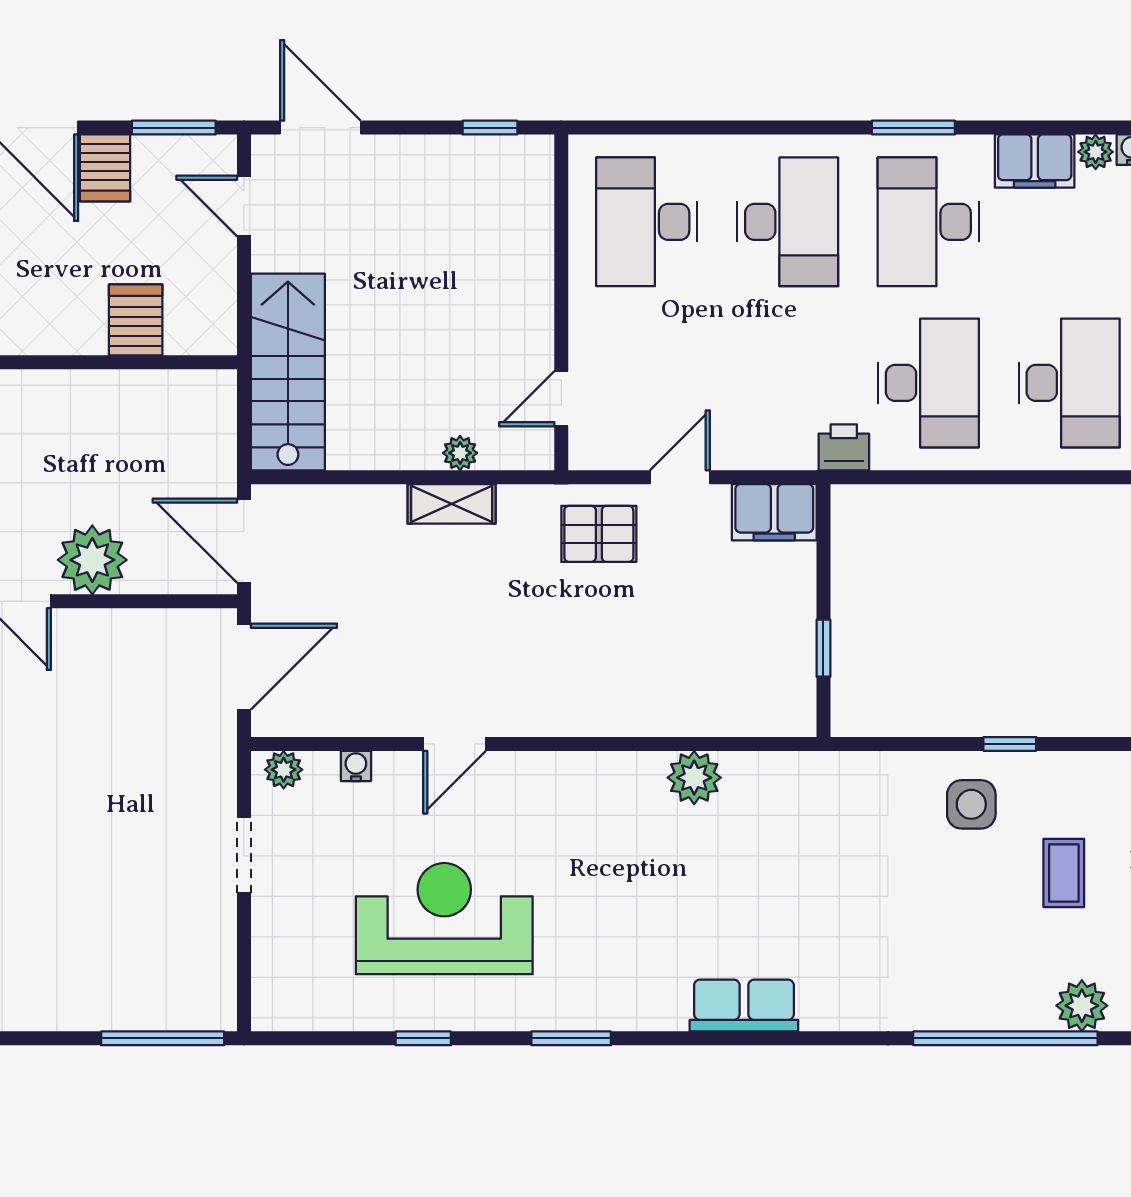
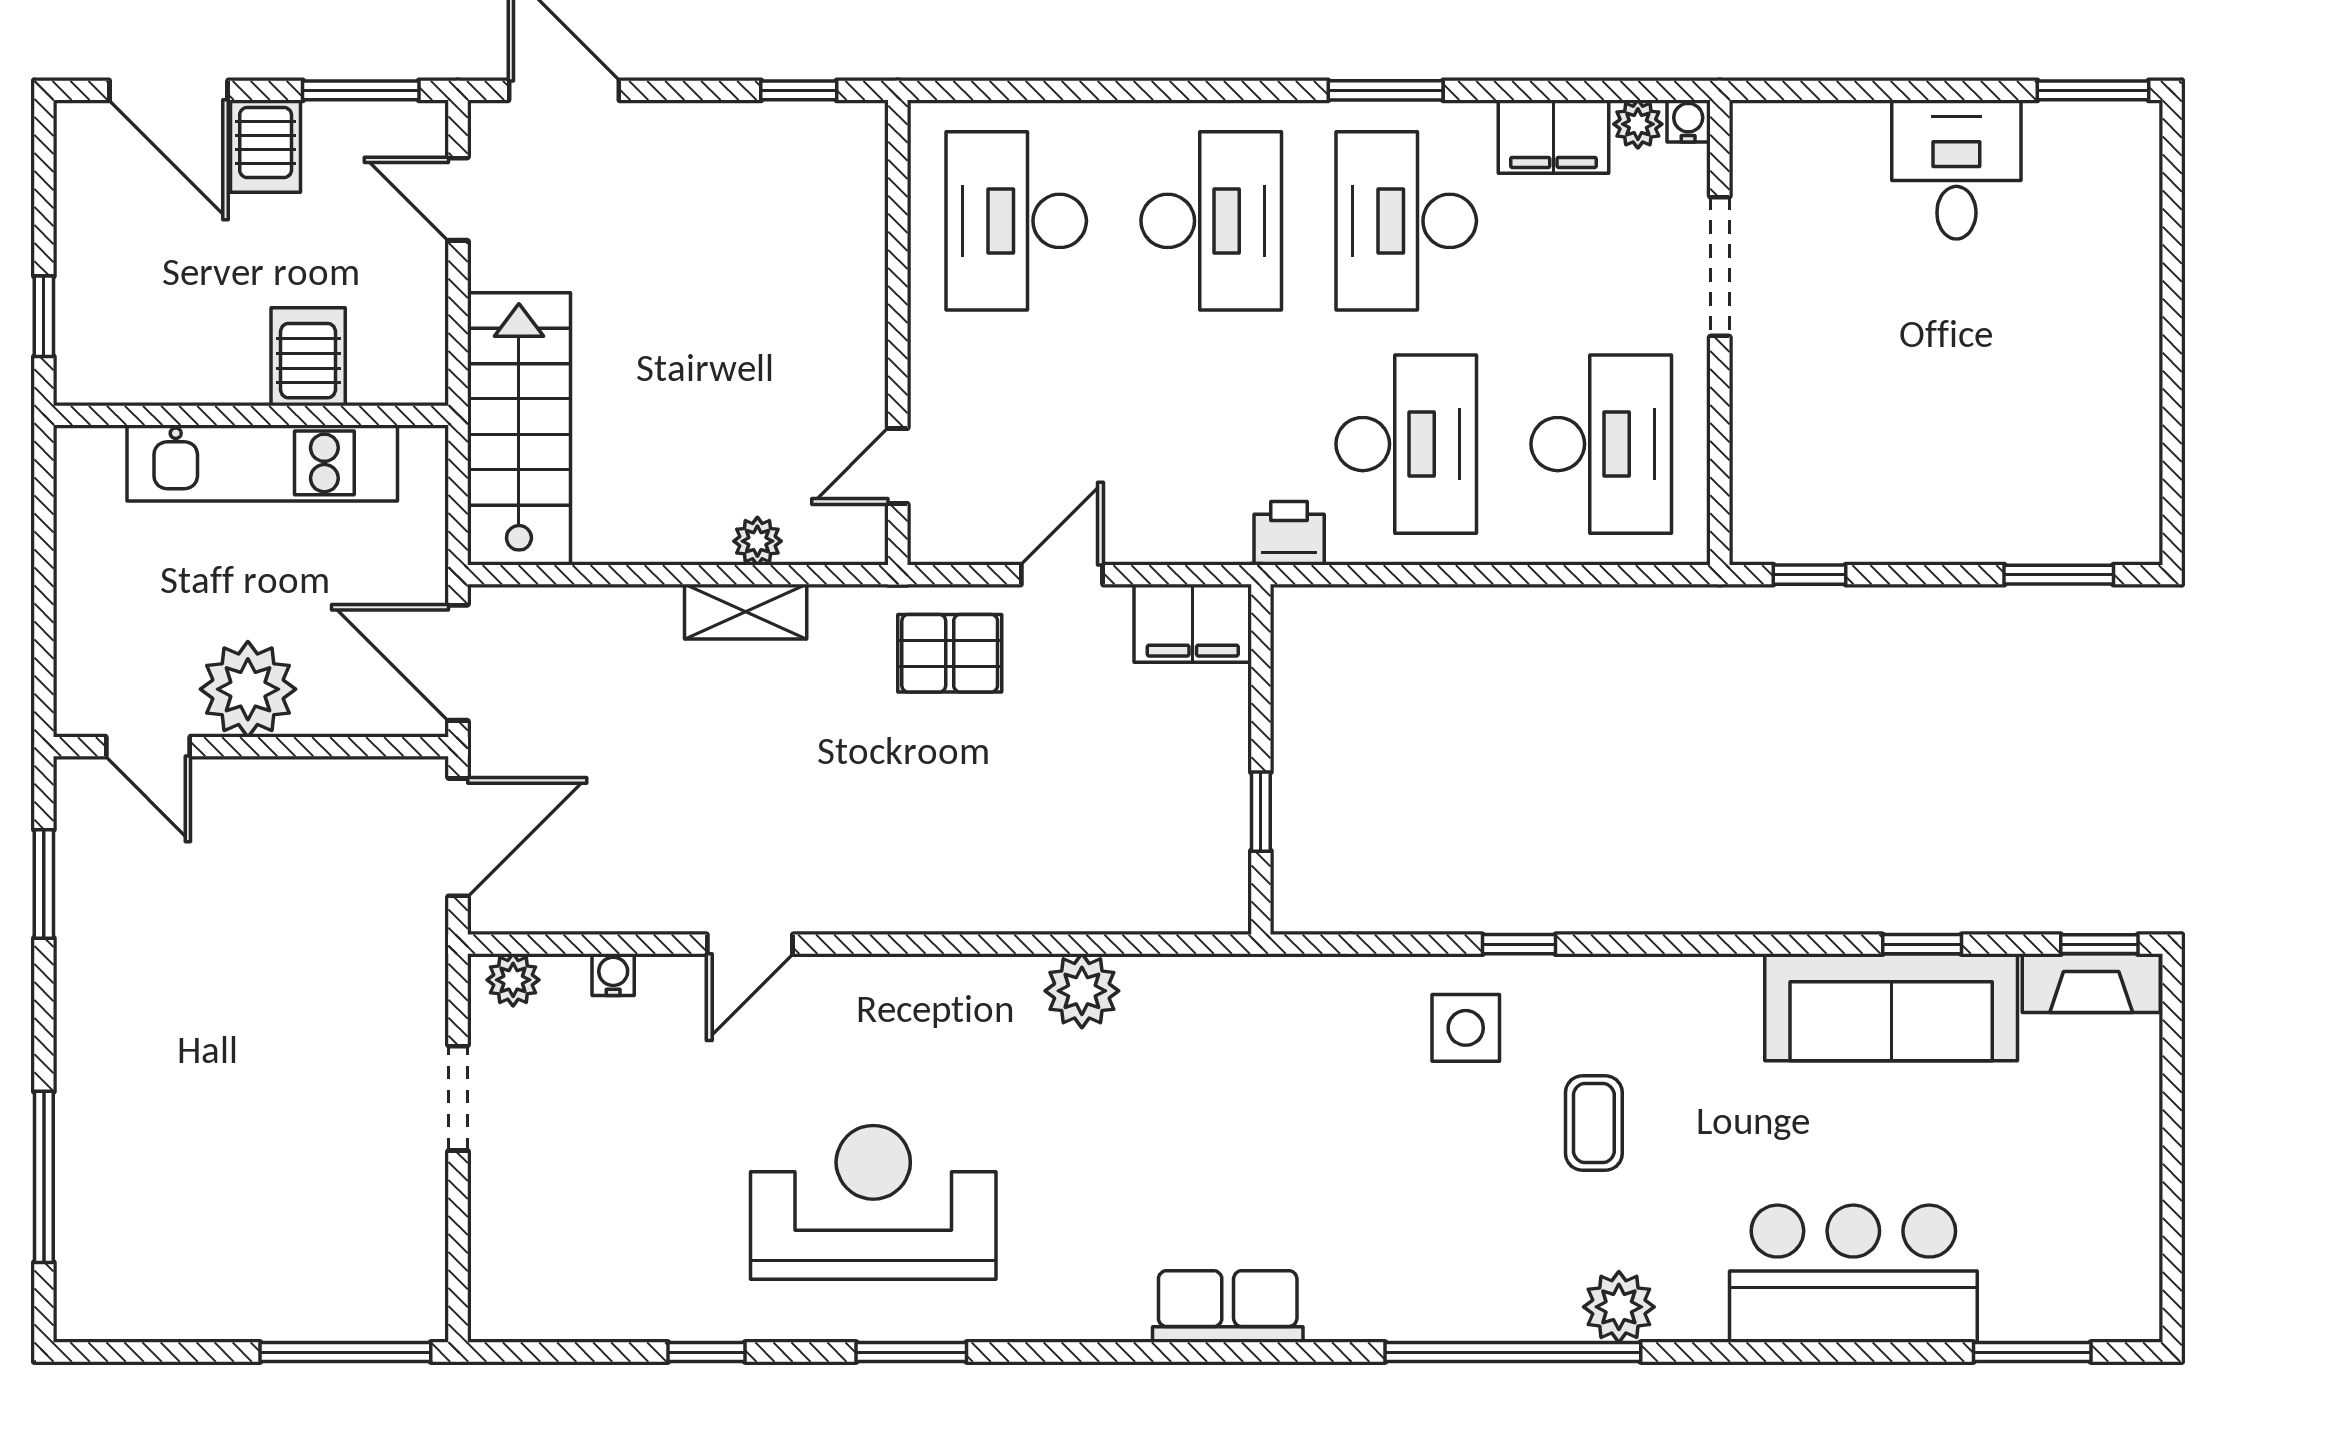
kitchen unit: (103, 397) -> (262, 463), added
reception desk: (444, 919) -> (873, 1202), moved
row of seats: (744, 1005) -> (1228, 1307), moved

